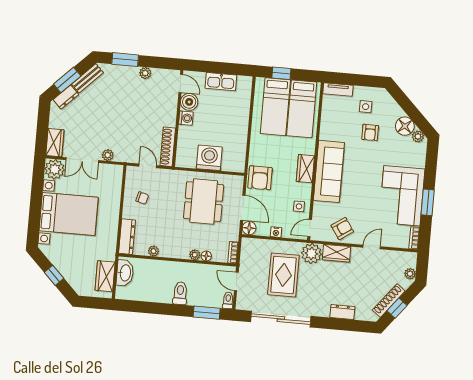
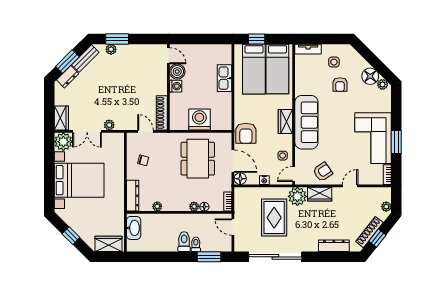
plant: (145, 73) -> (111, 49), moved
kitchen sink: (221, 82) -> (225, 78), moved, turned 90
wardrobe: (105, 276) -> (108, 244), moved, turned 90
toilet: (228, 300) -> (196, 244), moved
dresser: (342, 312) -> (334, 246), width x1.44

